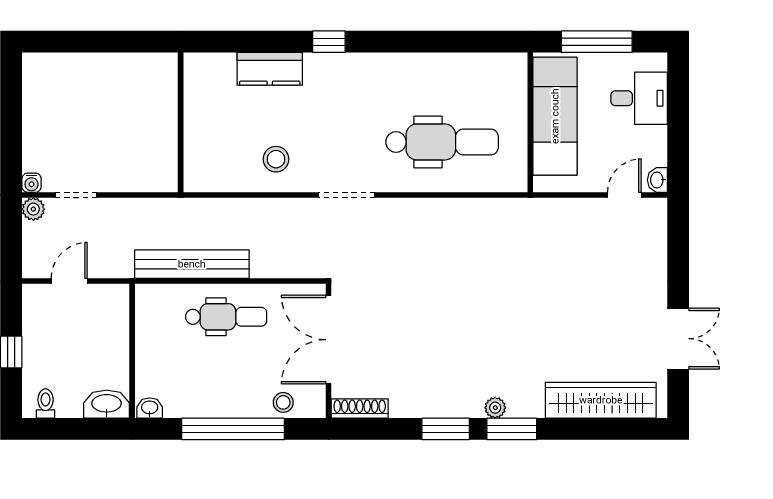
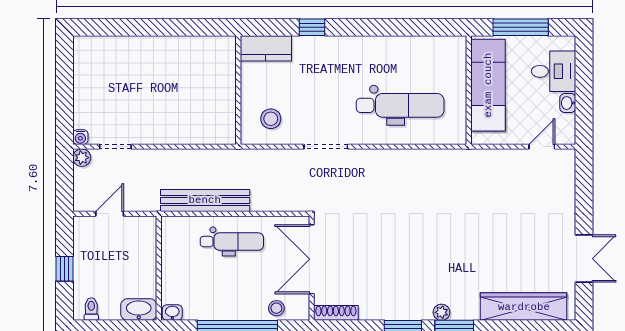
wall: (181, 122) -> (238, 90), moved
washbasin: (657, 180) -> (568, 103), moved

